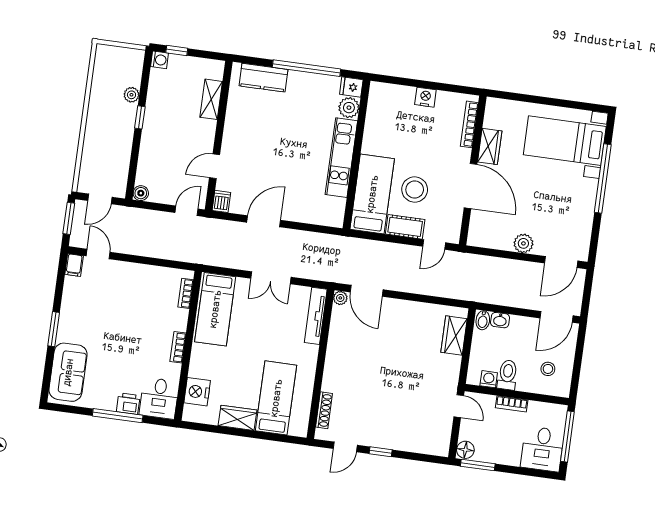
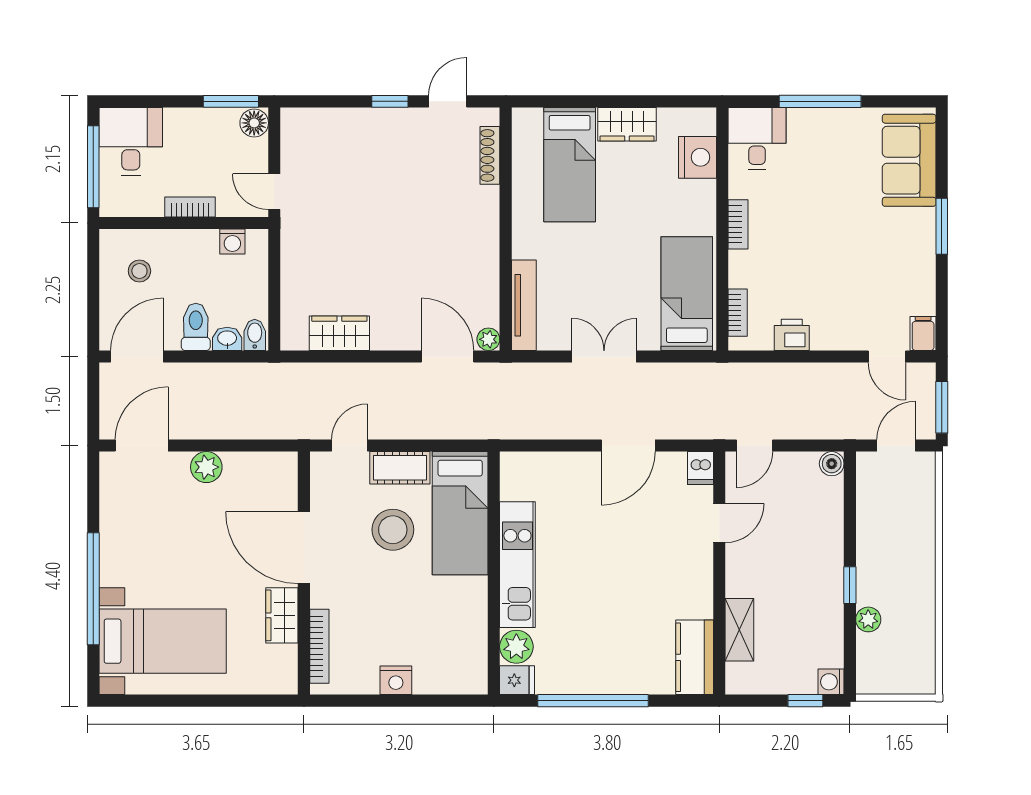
kitchen counter: (264, 78) -> (695, 657), moved, turned -90
wardrobe: (454, 336) -> (339, 333), moved, turned -90
toilet: (508, 375) -> (196, 327), moved, turned 180
printer: (128, 404) -> (792, 335), moved, turned 180

